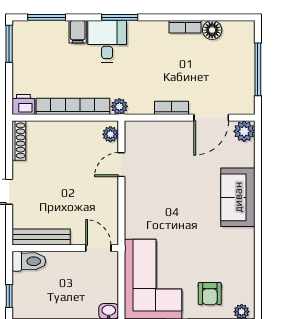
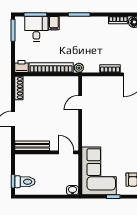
desk: (107, 41) -> (36, 29), moved
plant: (110, 134) -> (74, 84), removed
toilet: (29, 261) -> (25, 182), moved

